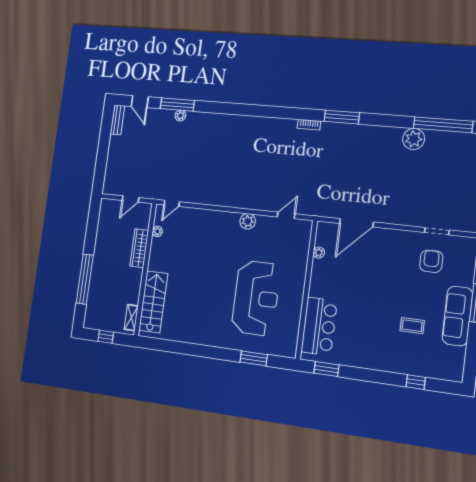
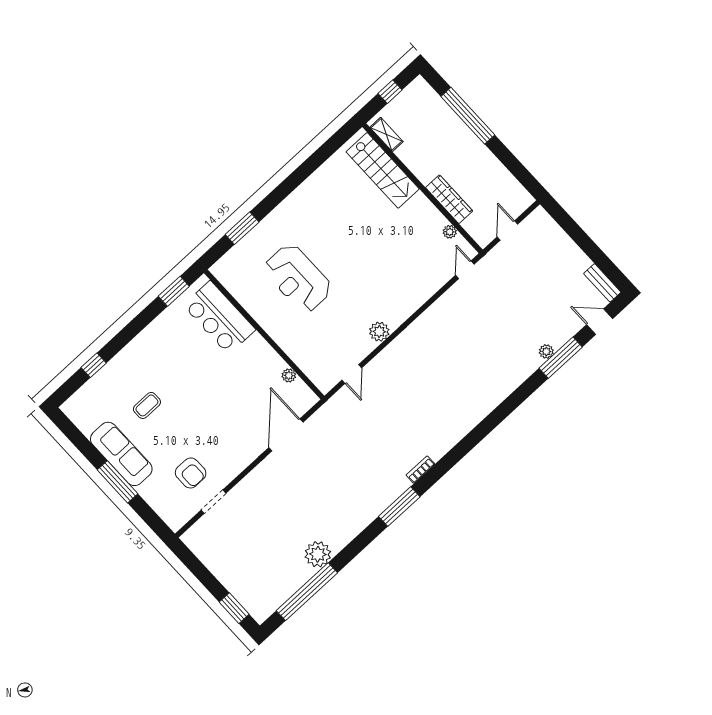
reception desk: (256, 298) -> (298, 278), width x0.74, depth x0.77

